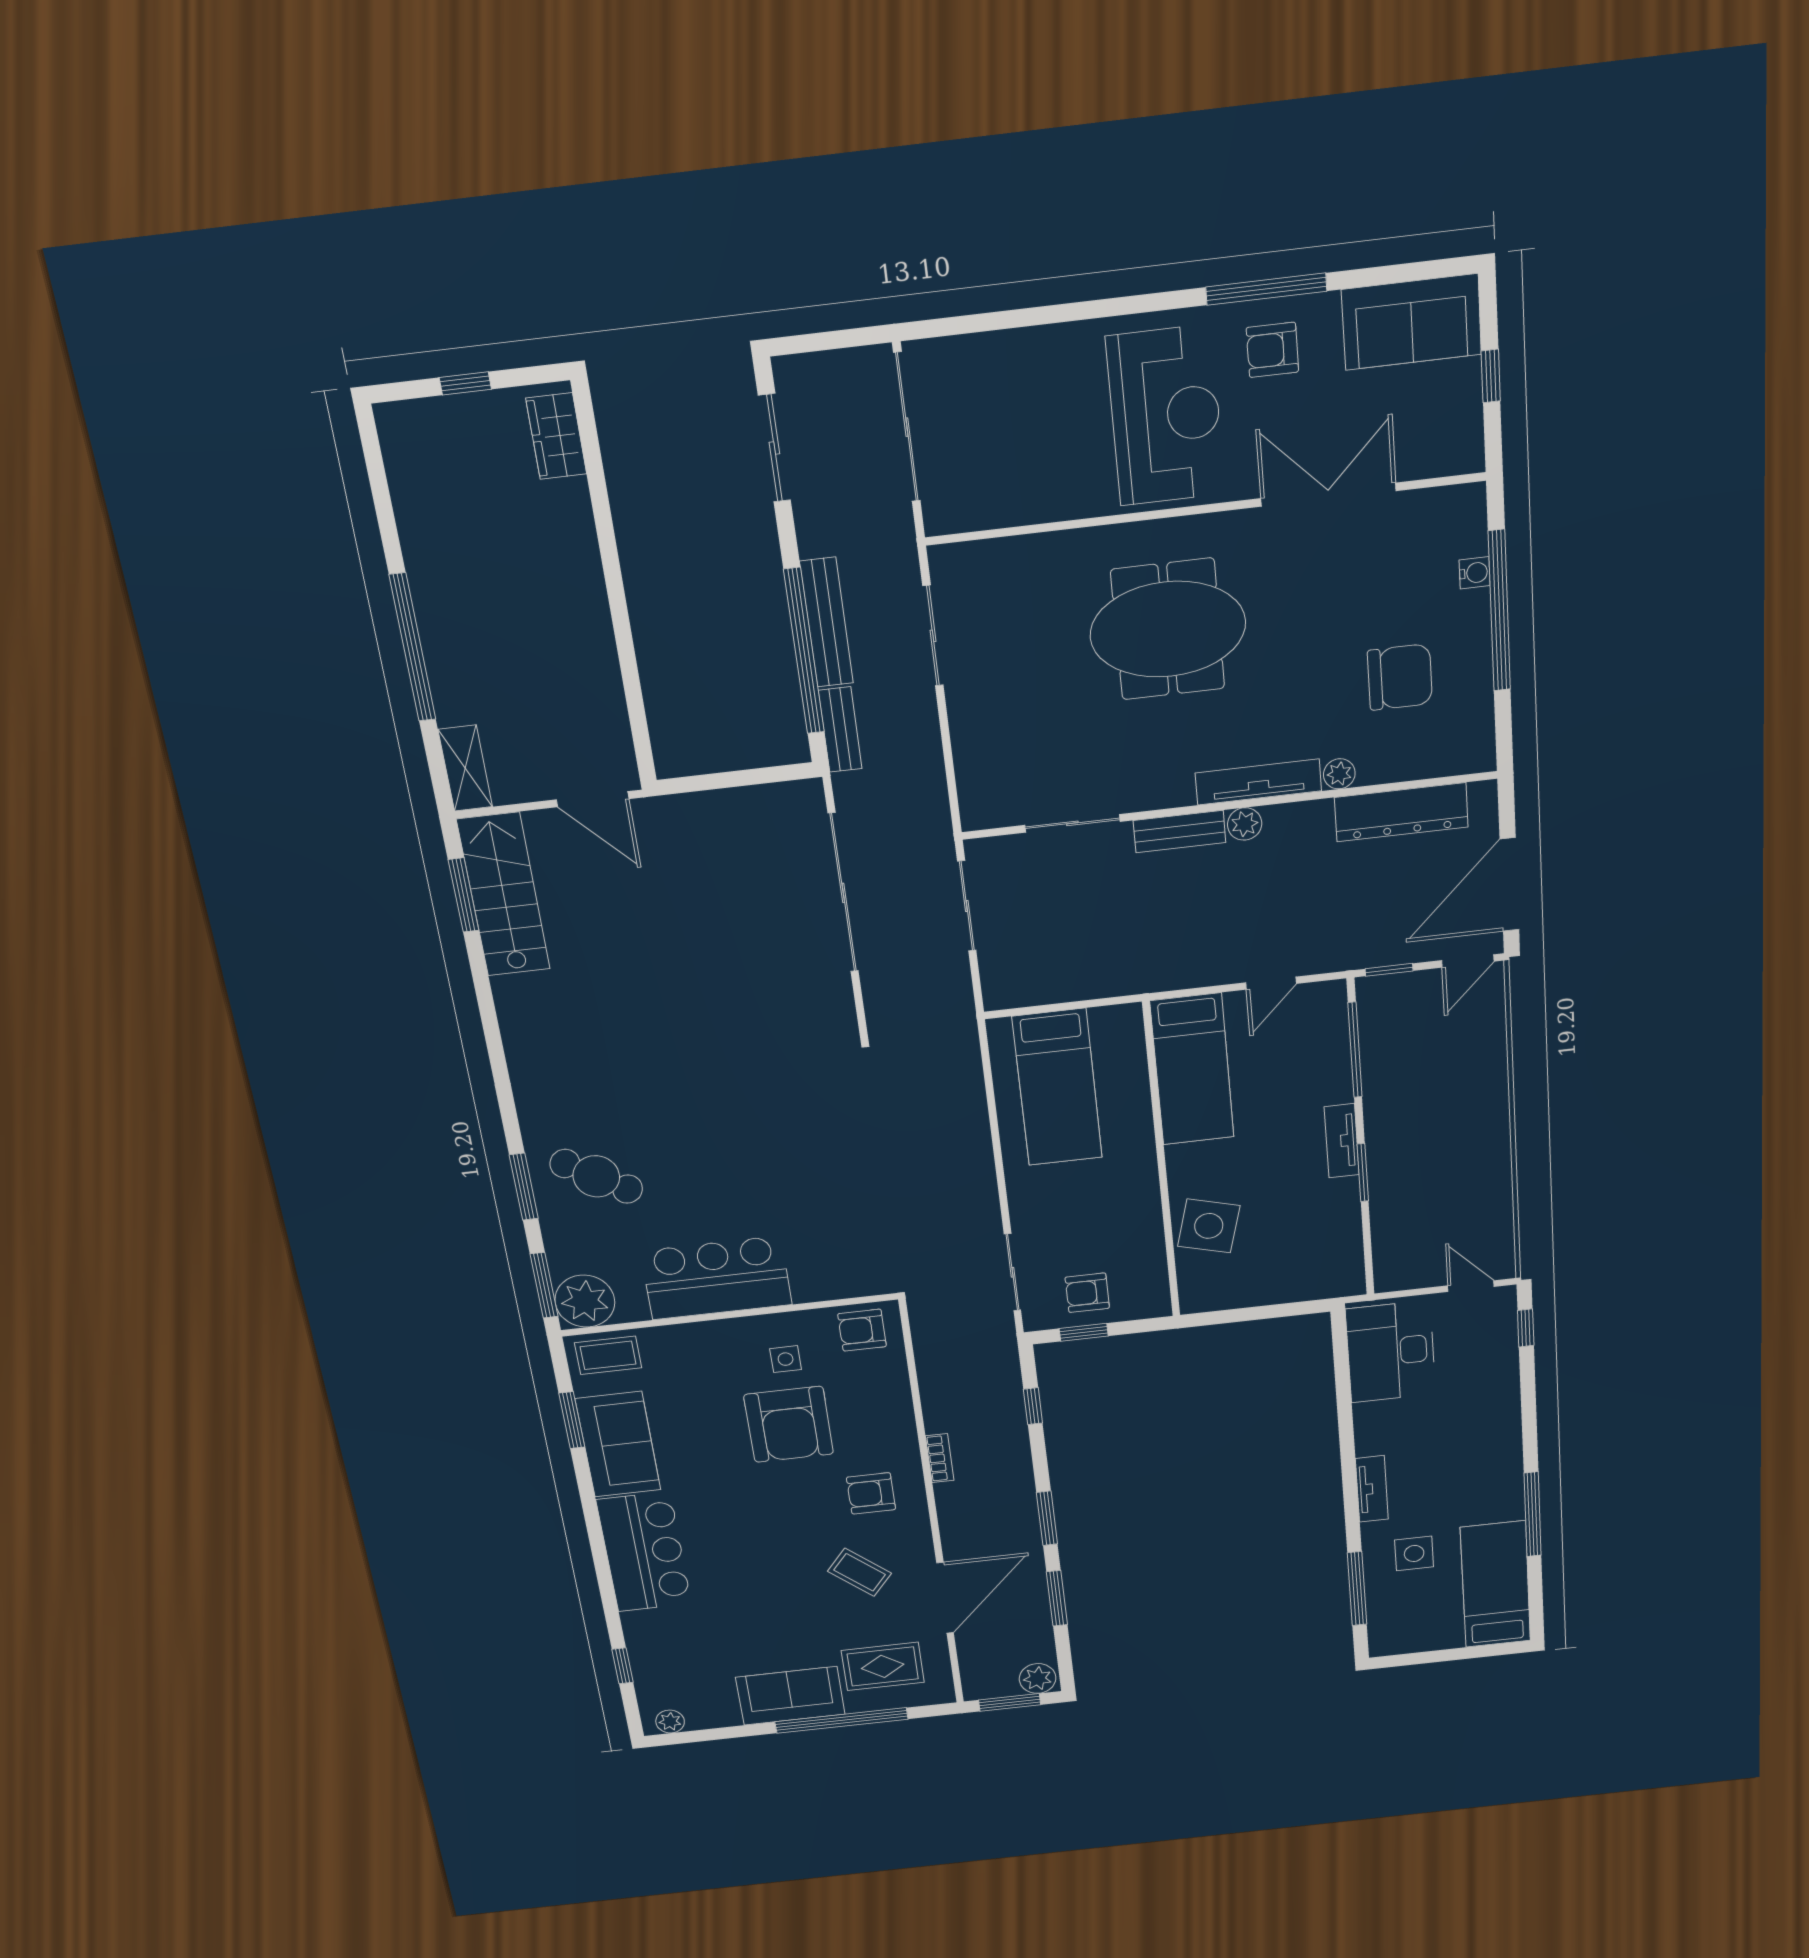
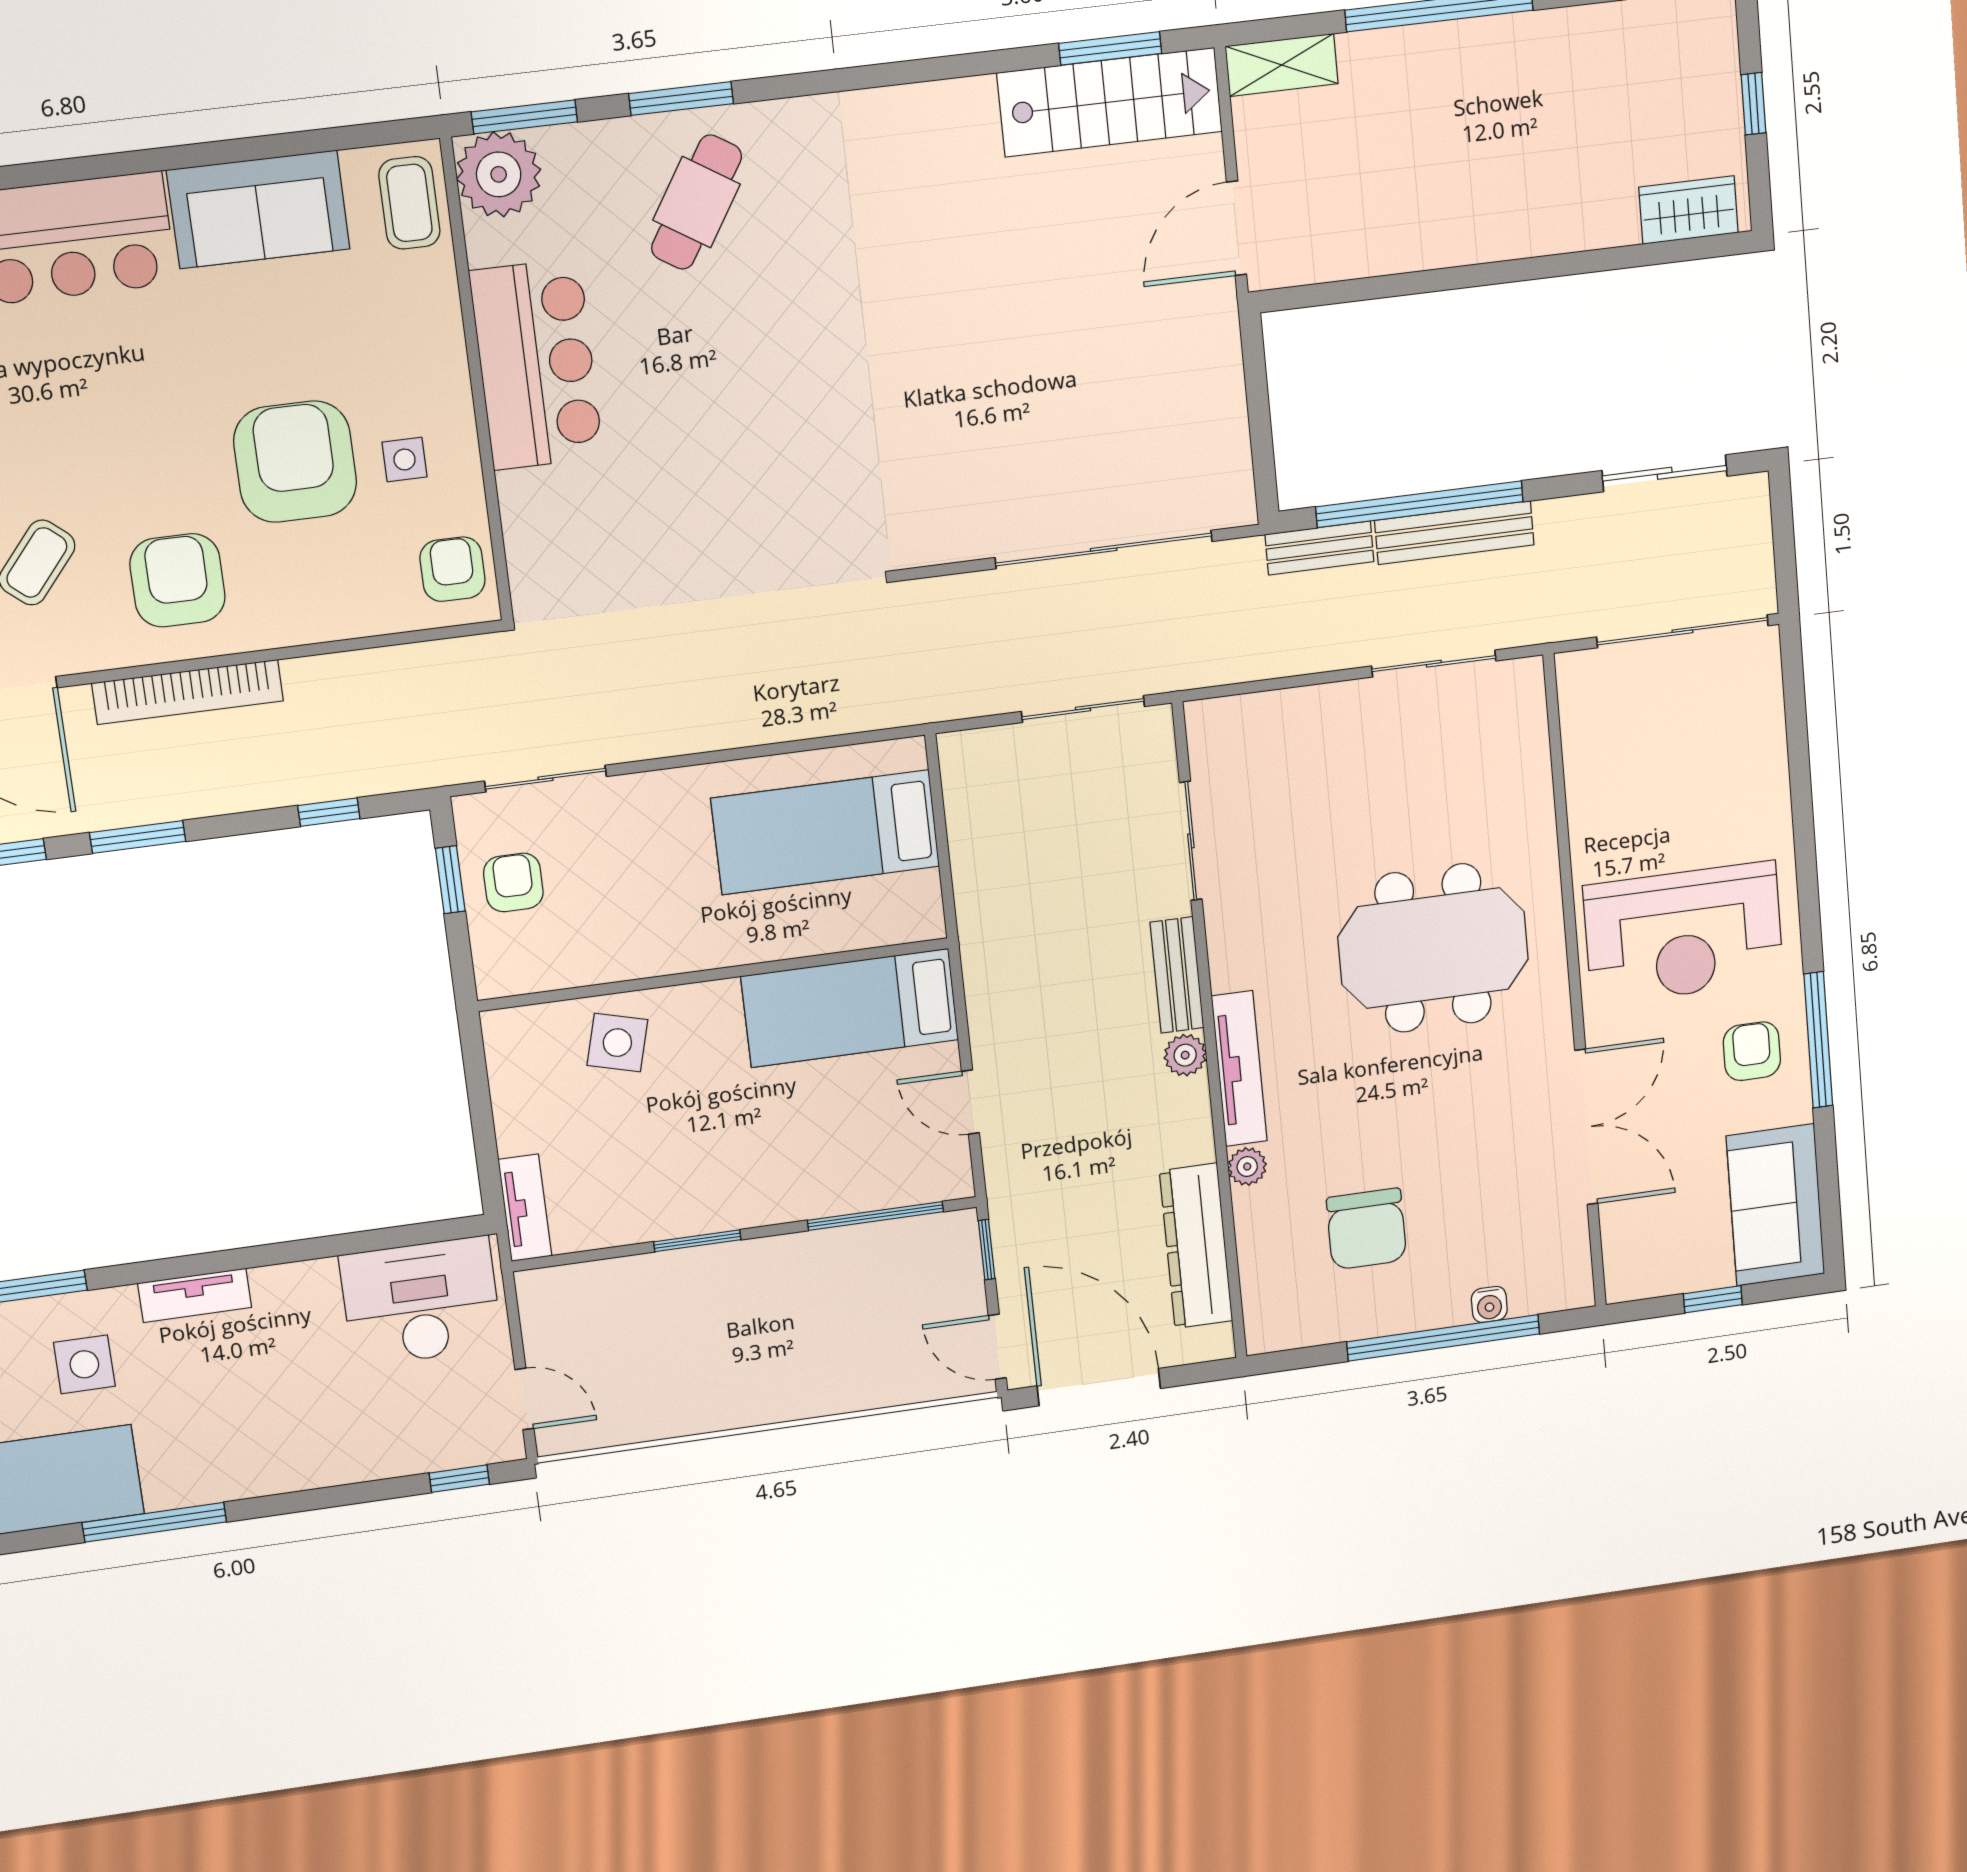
meeting table: (1168, 629) -> (1433, 948), turned 90
tv unit: (1342, 1141) -> (525, 1208), moved, turned 90
side table: (1209, 1226) -> (617, 1043), width x0.73, depth x0.73
door: (1471, 1286) -> (524, 1399), hinge flipped
window: (572, 1420) -> (299, 143), removed
armchair: (789, 1424) -> (295, 462), turned 90
bookcase: (940, 1458) -> (188, 692), width x2.31, depth x1.31
armchair: (871, 1493) -> (178, 580), width x1.38, depth x1.38

